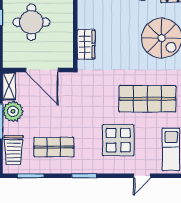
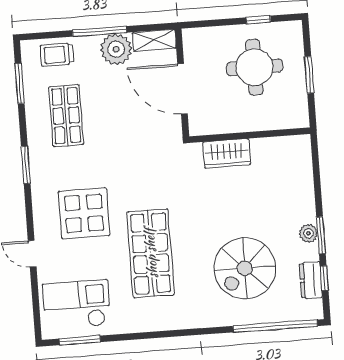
door: (42, 70) -> (182, 89), hinge flipped
trolley: (14, 150) -> (57, 55), width x0.73, depth x0.72

